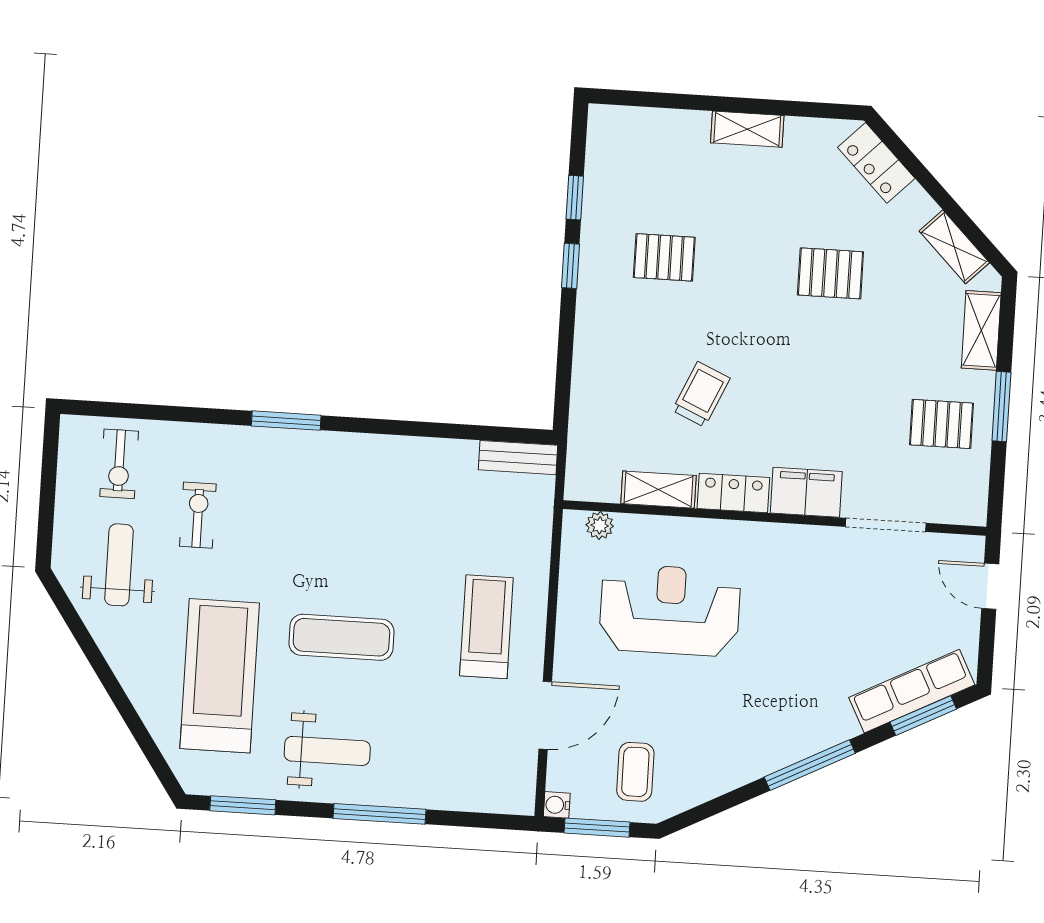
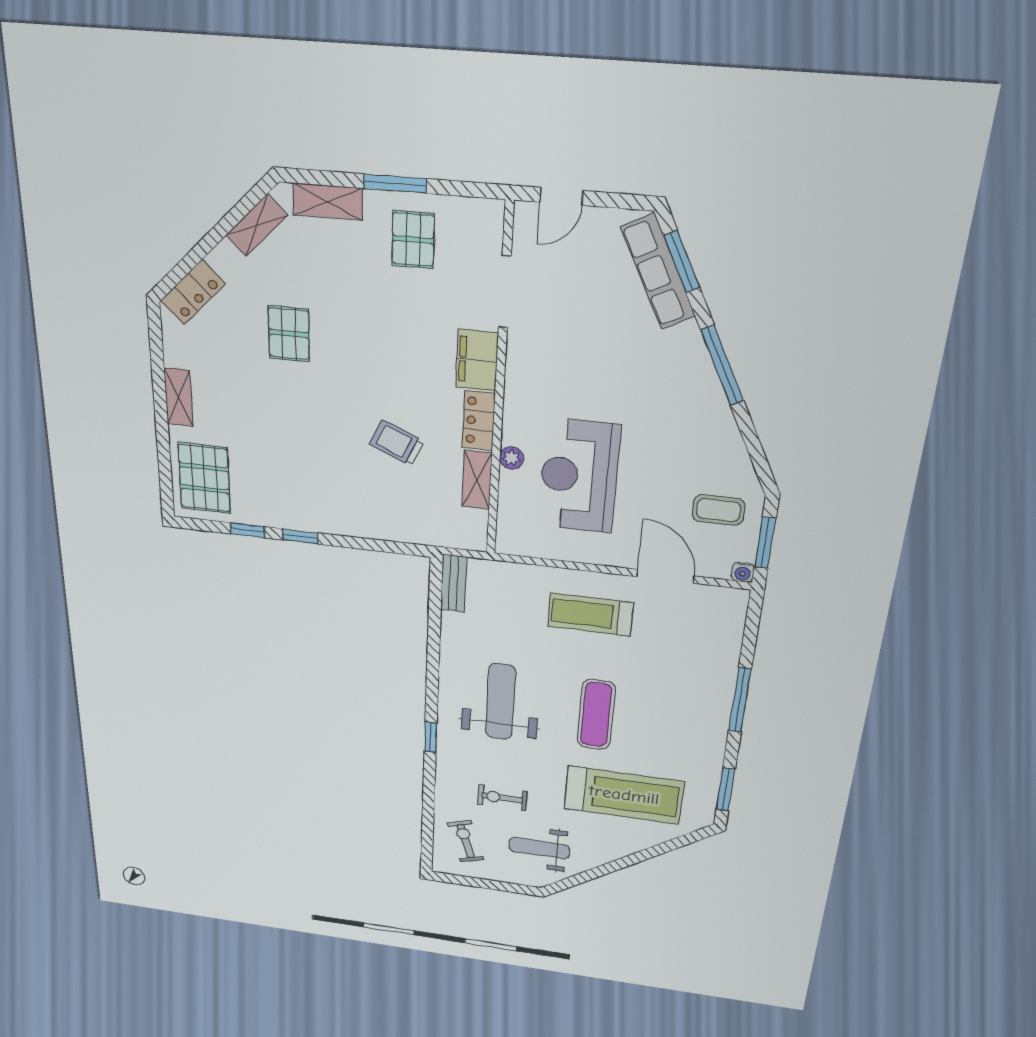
pallet: (664, 257) -> (204, 478), moved, width x1.50, depth x1.42
window: (286, 421) -> (431, 737), width x0.67
exercise bike: (119, 464) -> (466, 841), turned -108
plant: (600, 525) -> (512, 458), moved
treadmill: (220, 676) -> (624, 795), turned 180
weight bench: (327, 751) -> (500, 702), moved, width x1.36, depth x1.33

